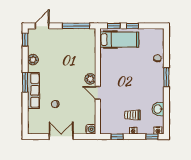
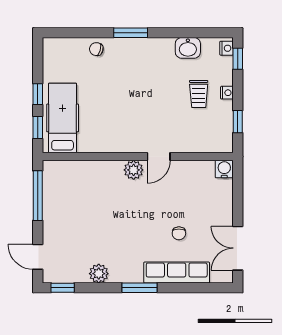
row of seats: (33, 90) -> (177, 273), moved
double door: (61, 137) -> (238, 248), moved

